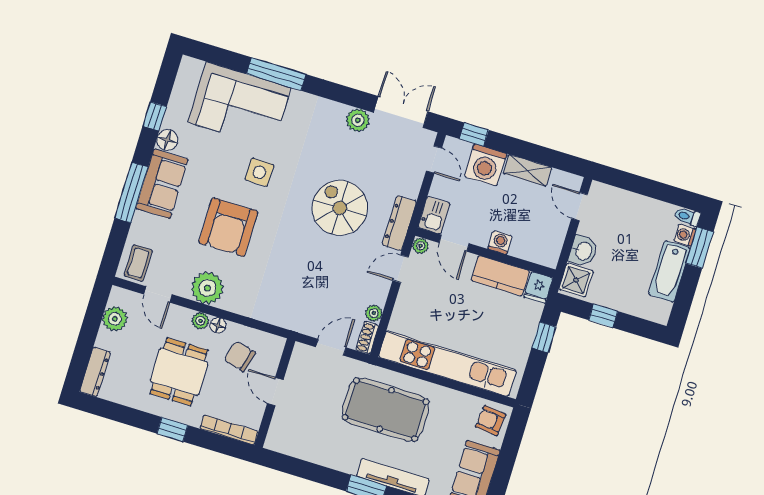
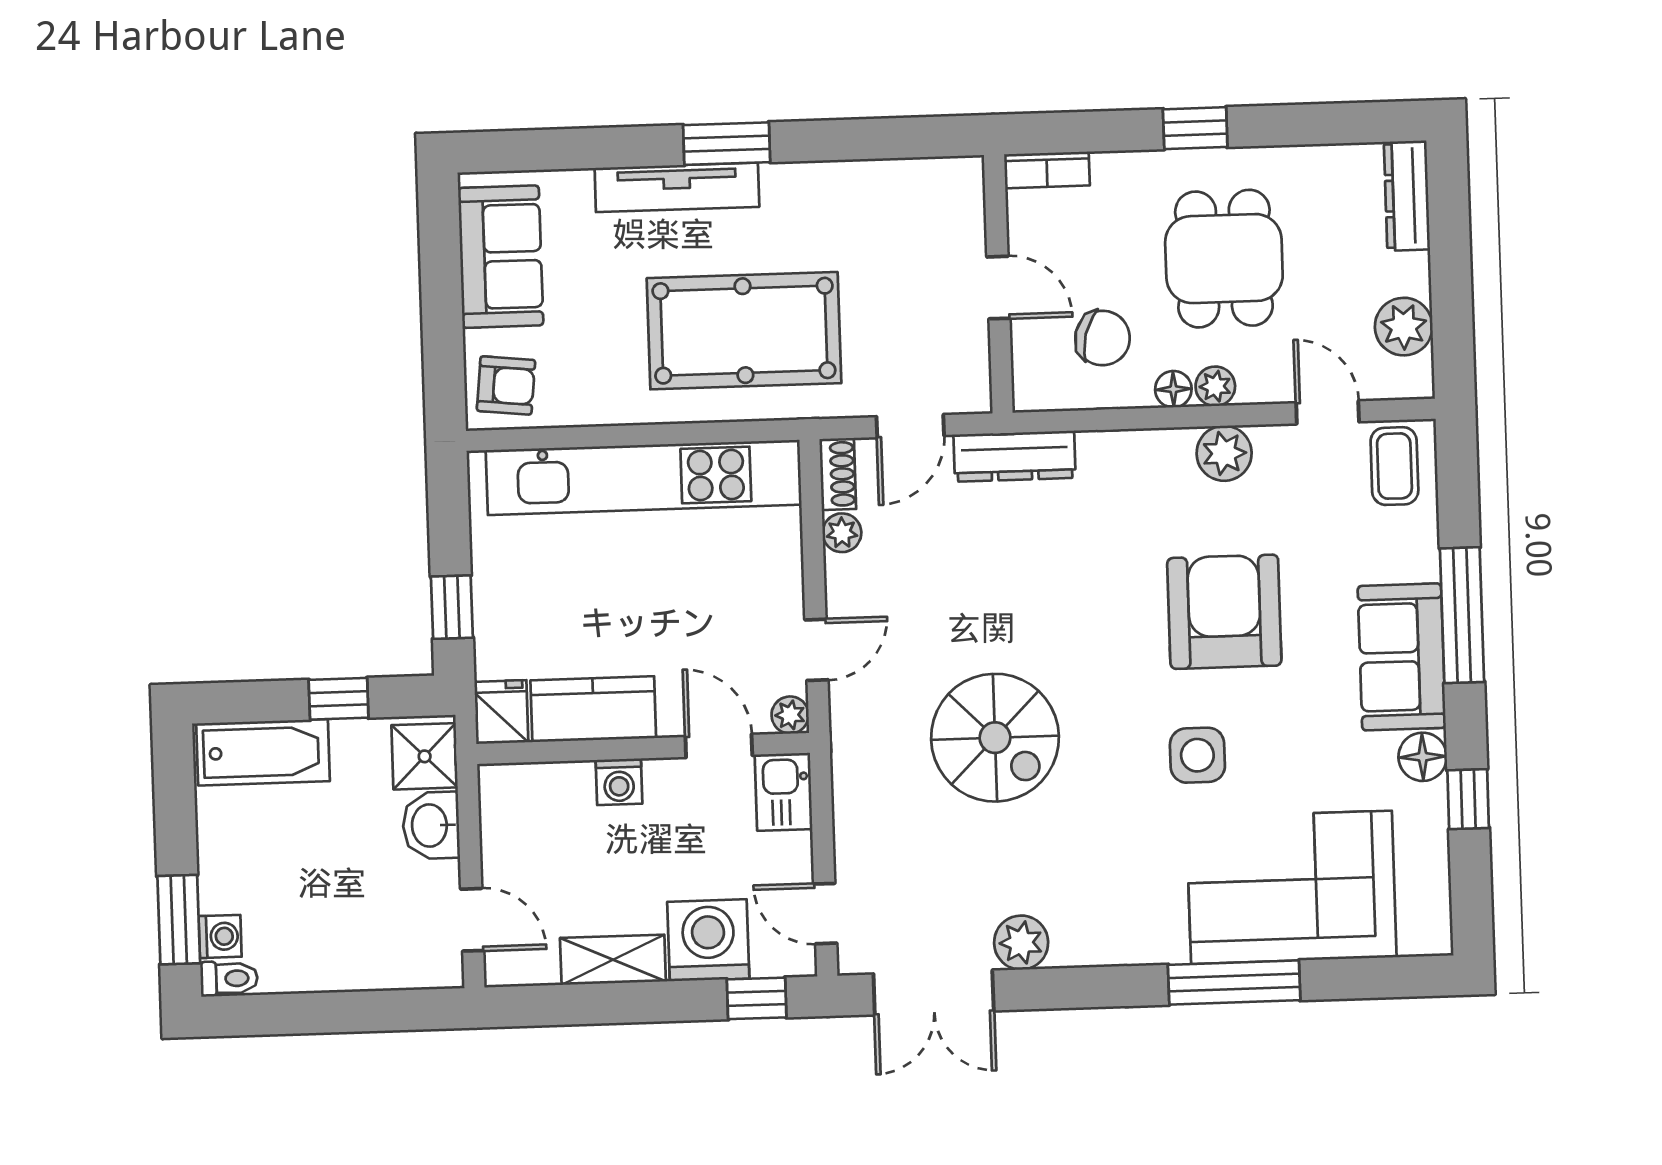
dresser: (399, 223) -> (1015, 456), moved, turned 90
bathtub: (669, 271) -> (263, 752), moved, turned 90
plant: (207, 288) -> (1224, 453), width x0.73, depth x0.73
bookcase: (229, 430) -> (1047, 170), width x0.64

